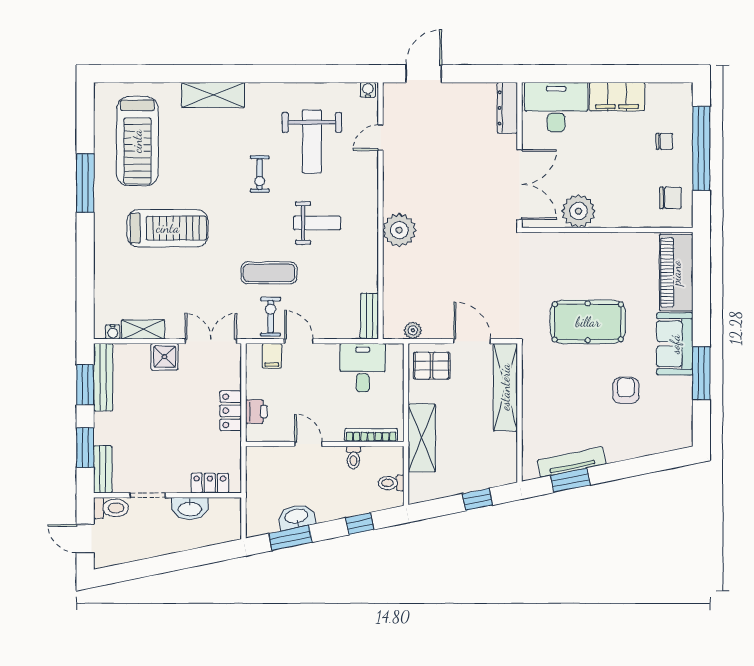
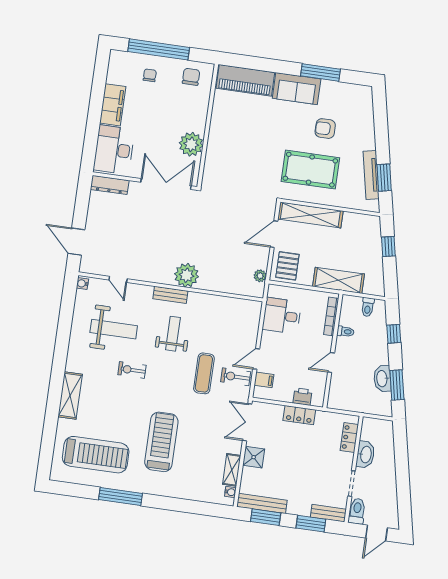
exercise bike: (260, 174) -> (132, 370), turned 180
bench: (369, 316) -> (170, 295), moved
pool table: (588, 322) -> (310, 170), moved, turned 90

